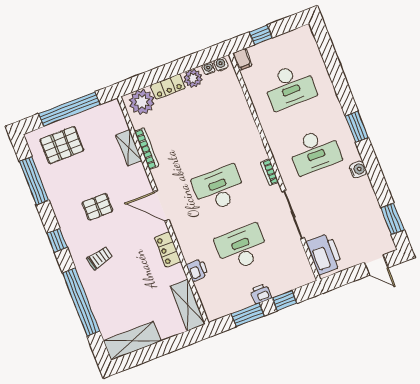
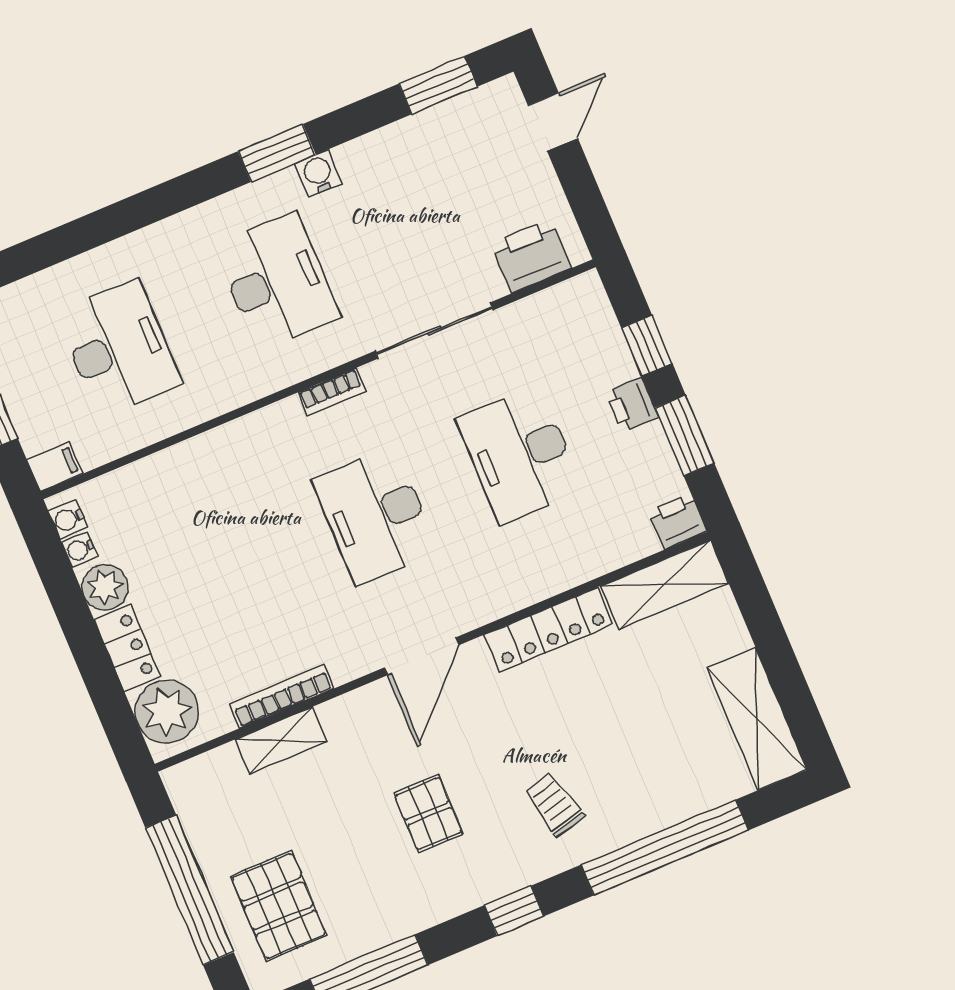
window: (357, 127) -> (277, 153), moved
locker: (168, 250) -> (549, 629), width x1.53
printer: (324, 254) -> (531, 256), width x0.73, depth x0.84
printer: (197, 270) -> (678, 521), moved

